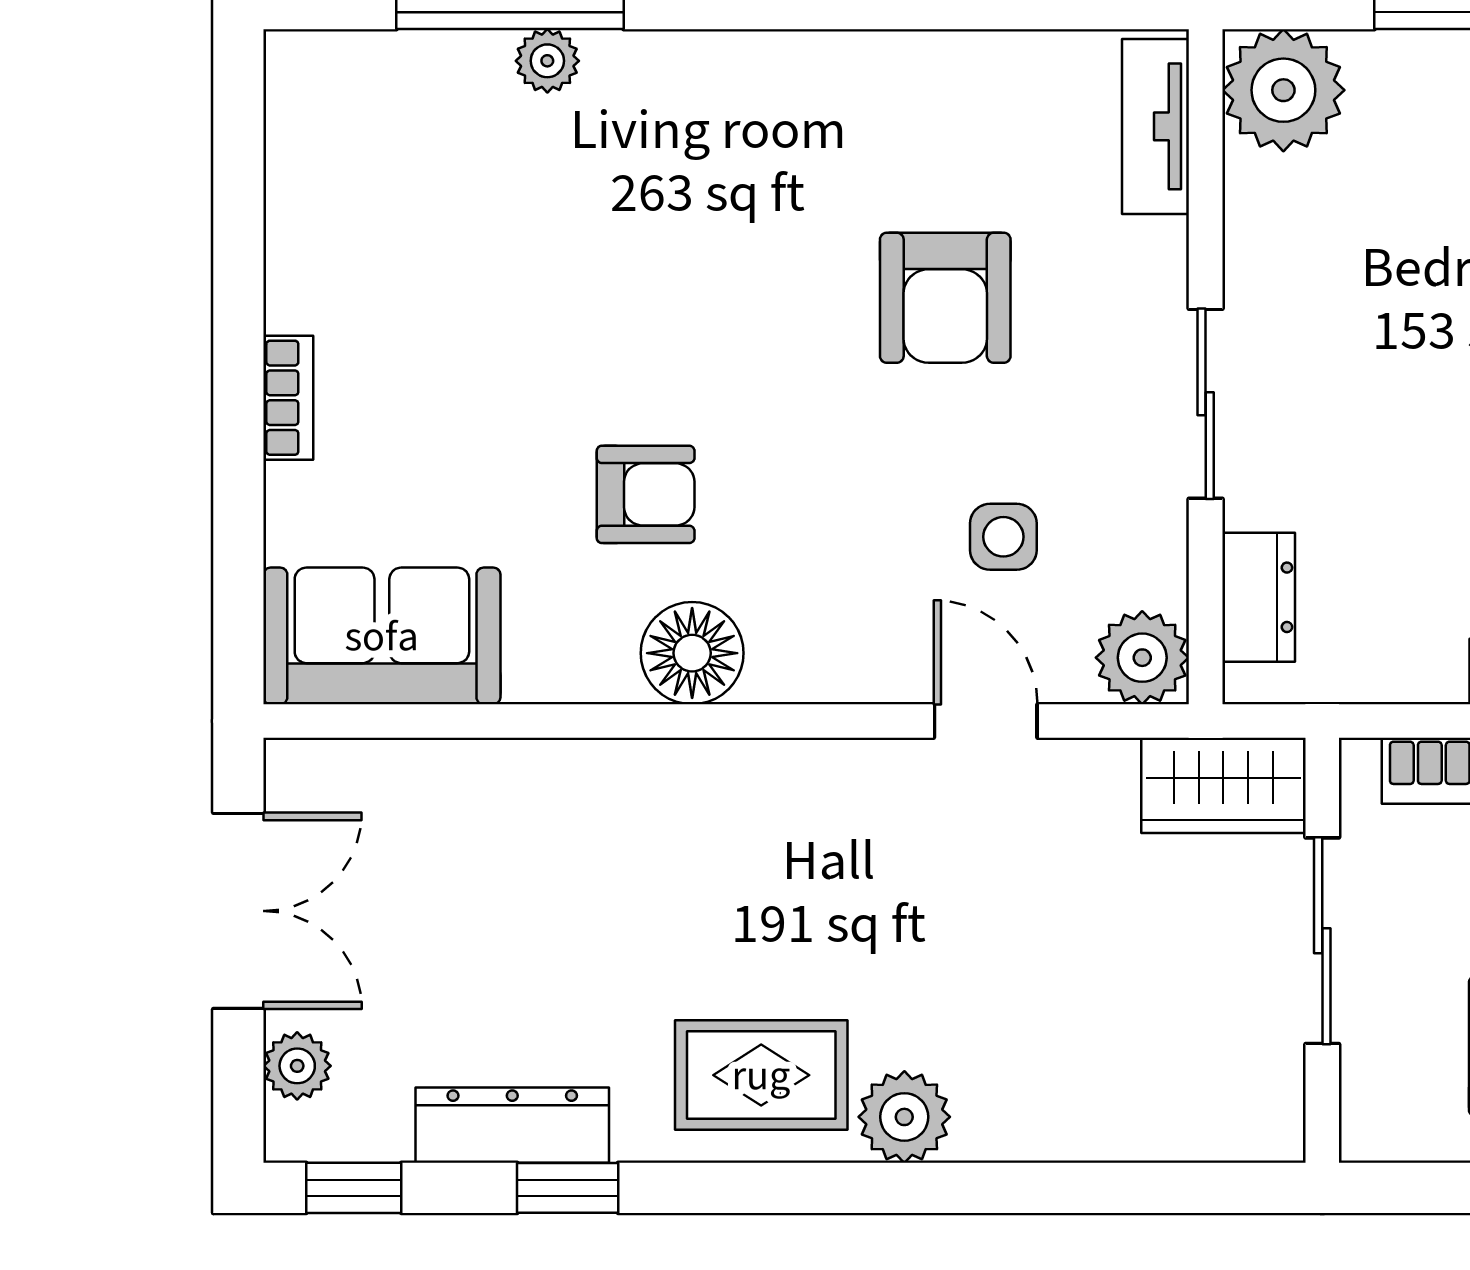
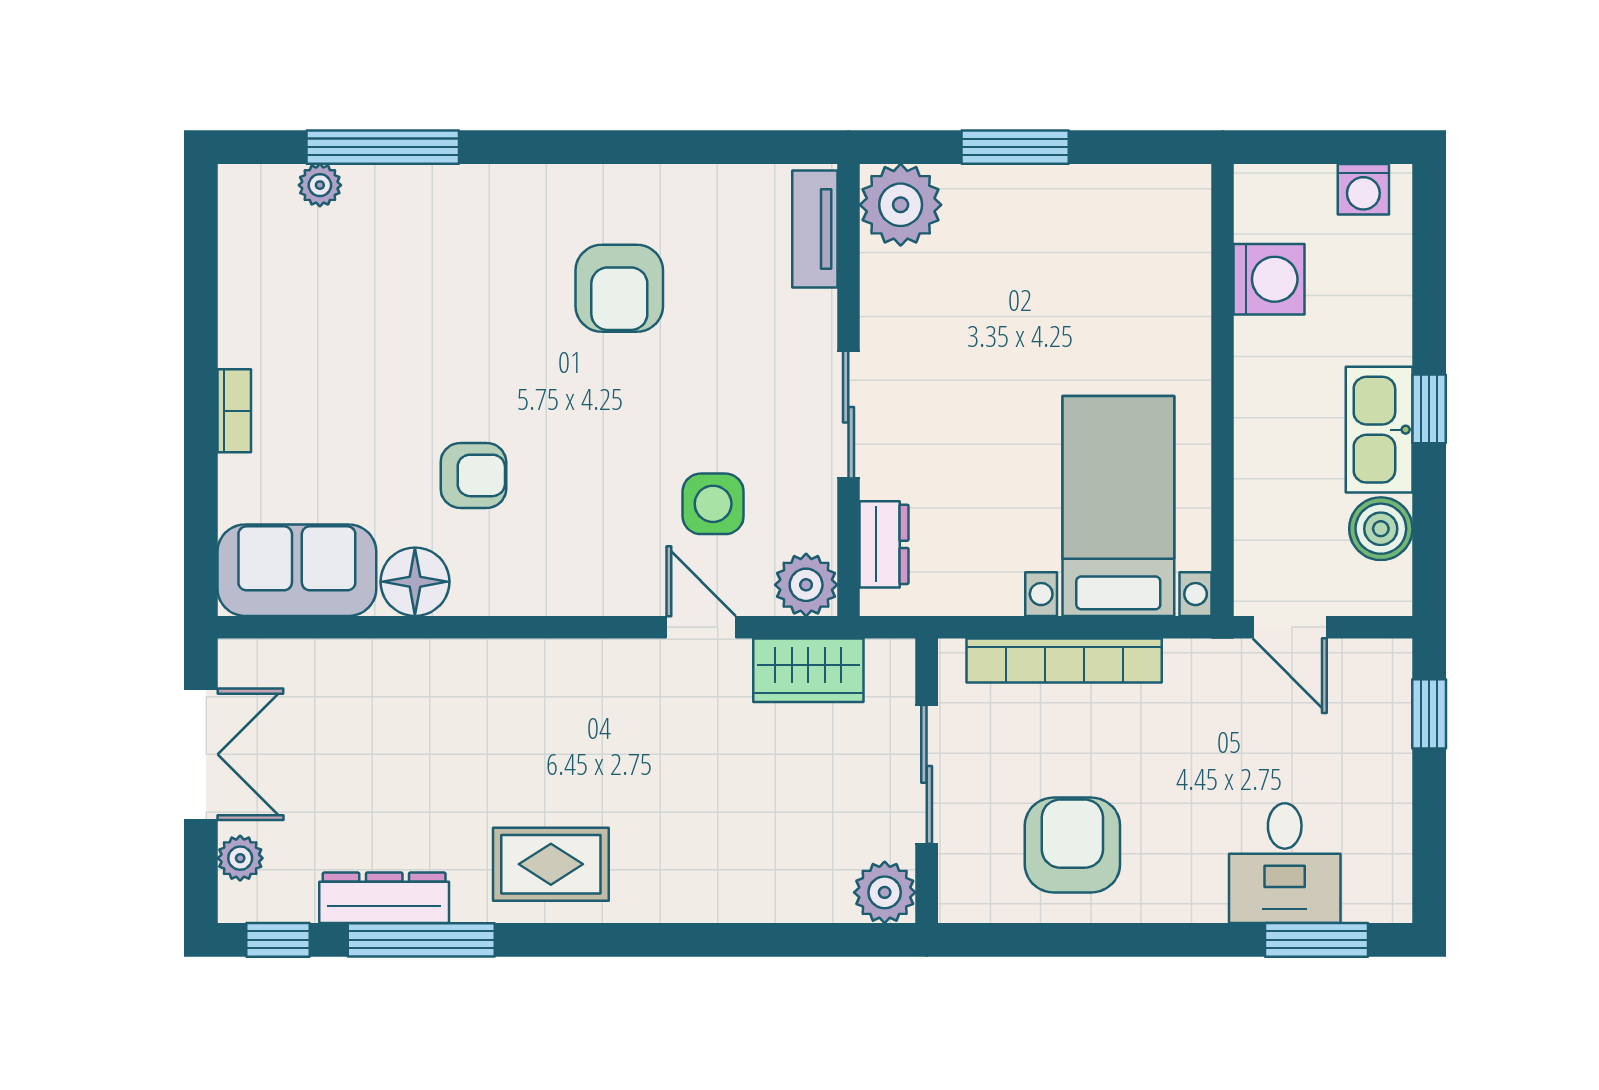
plant: (547, 61) -> (320, 185), moved
armchair: (945, 298) -> (619, 288), moved
side table: (1003, 537) -> (713, 504), width x1.37, depth x1.37
floor lamp: (692, 653) -> (415, 582), moved
wardrobe: (1223, 785) -> (808, 670), moved
plant: (904, 1117) -> (885, 892), moved
window: (568, 1188) -> (421, 940), width x2.17

